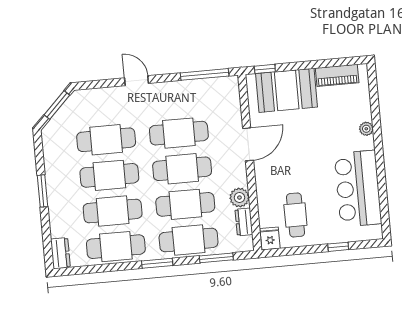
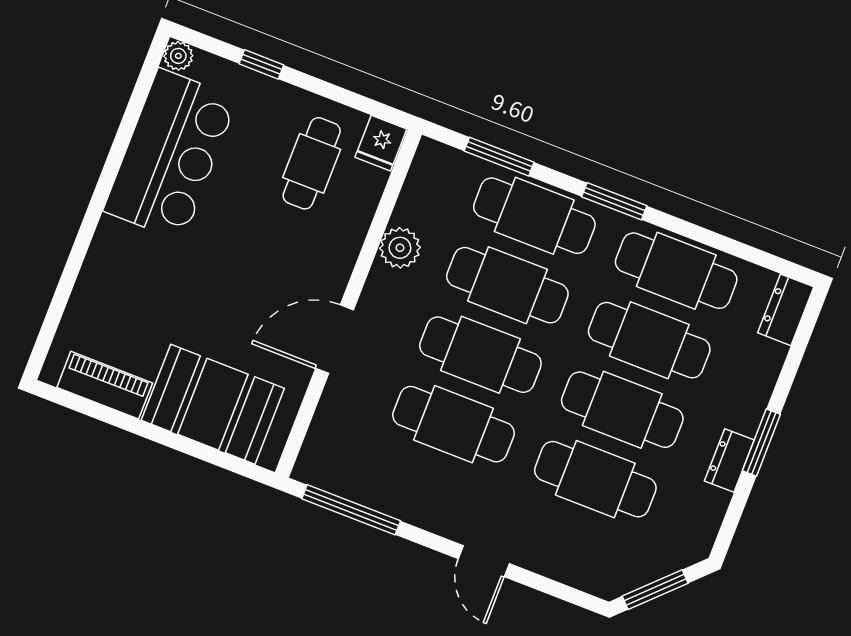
window: (265, 69) -> (234, 464), removed
plant: (366, 129) -> (178, 56), moved
dresser: (244, 222) -> (729, 461), moved, turned 180

